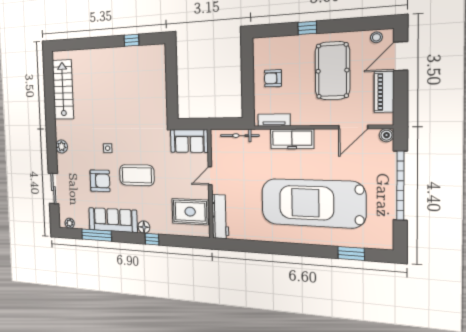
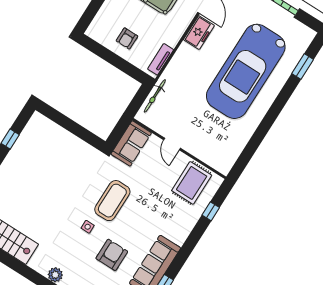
freezer: (292, 139) -> (199, 33), moved, width x0.71
coffee table: (137, 175) -> (112, 201), moved
workbench: (220, 217) -> (212, 158), removed
floor lamp: (144, 227) -> (180, 238), removed
window: (152, 239) -> (211, 211), moved

